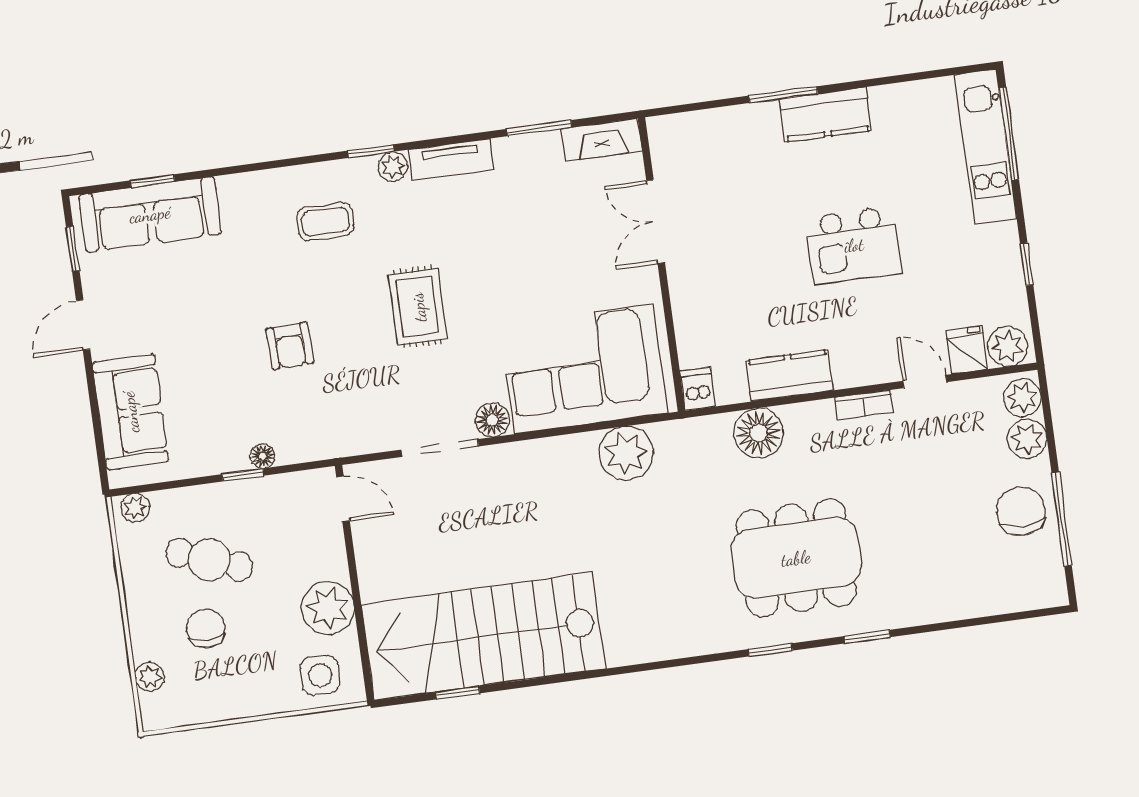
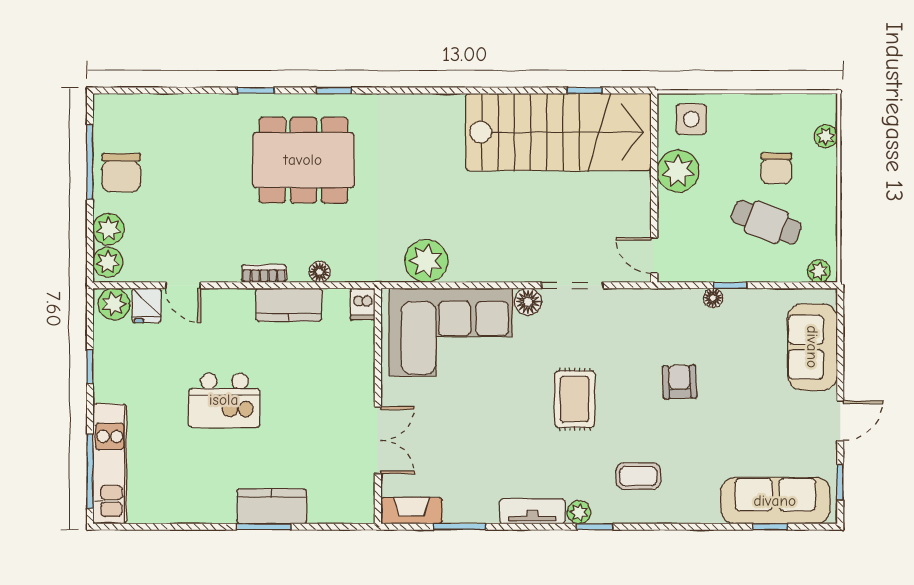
kitchen counter: (825, 115) -> (272, 506), moved
kitchen island: (854, 245) -> (224, 400), turned 180
bookcase: (864, 405) -> (264, 273), moved
floor lamp: (758, 433) -> (320, 272), width x0.53, depth x0.53

